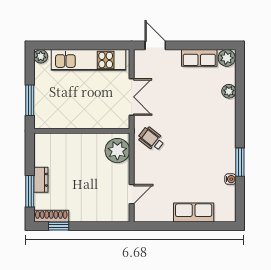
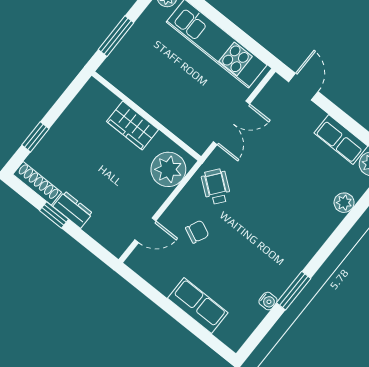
wardrobe: (78, 142) -> (133, 126), added
chair: (161, 172) -> (197, 232), added
dresser: (41, 180) -> (73, 210), moved, turned -90
window: (30, 191) -> (35, 137), width x0.67
window: (59, 226) -> (54, 215), moved

